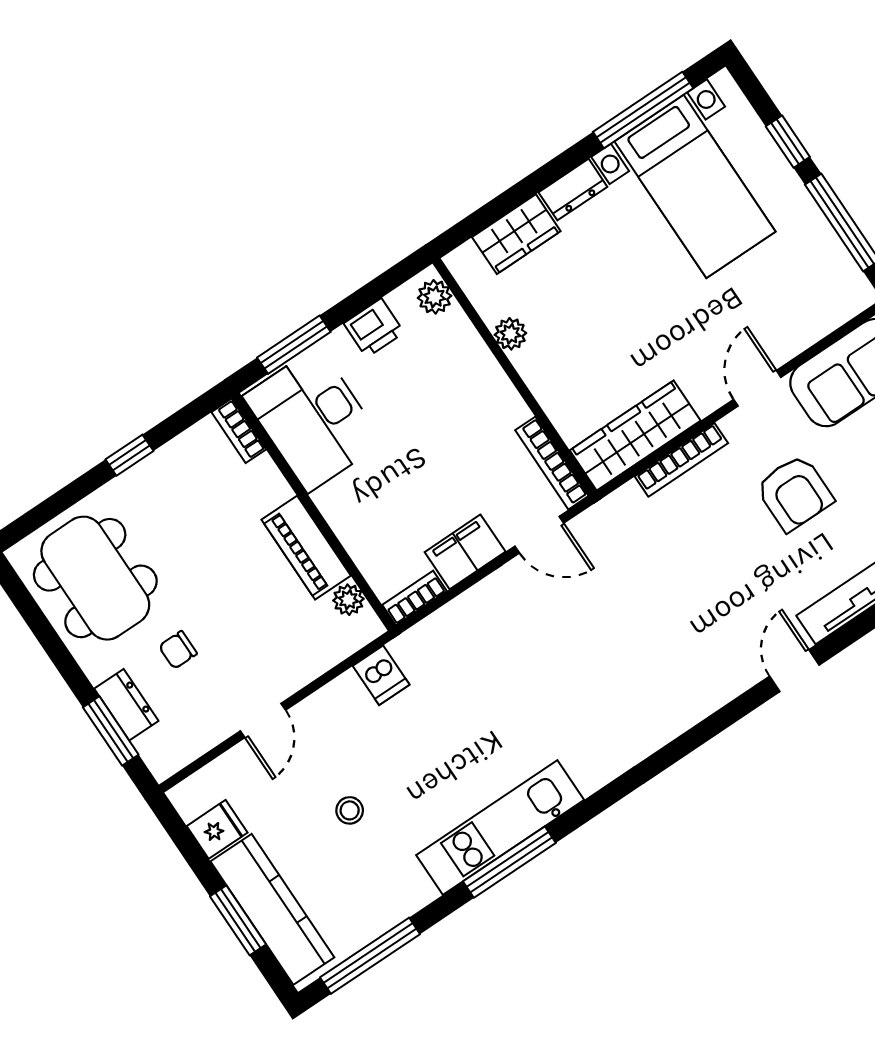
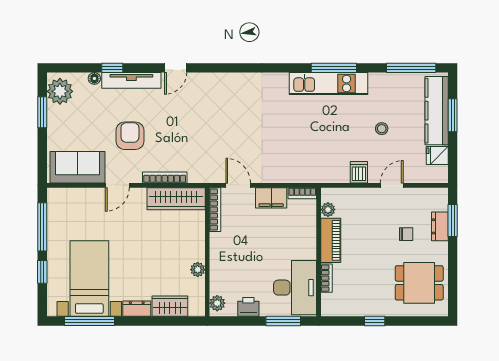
bookcase: (239, 431) -> (327, 278), moved
dining table: (95, 578) -> (419, 283), width x0.73
dishwasher: (381, 675) -> (359, 172), moved

